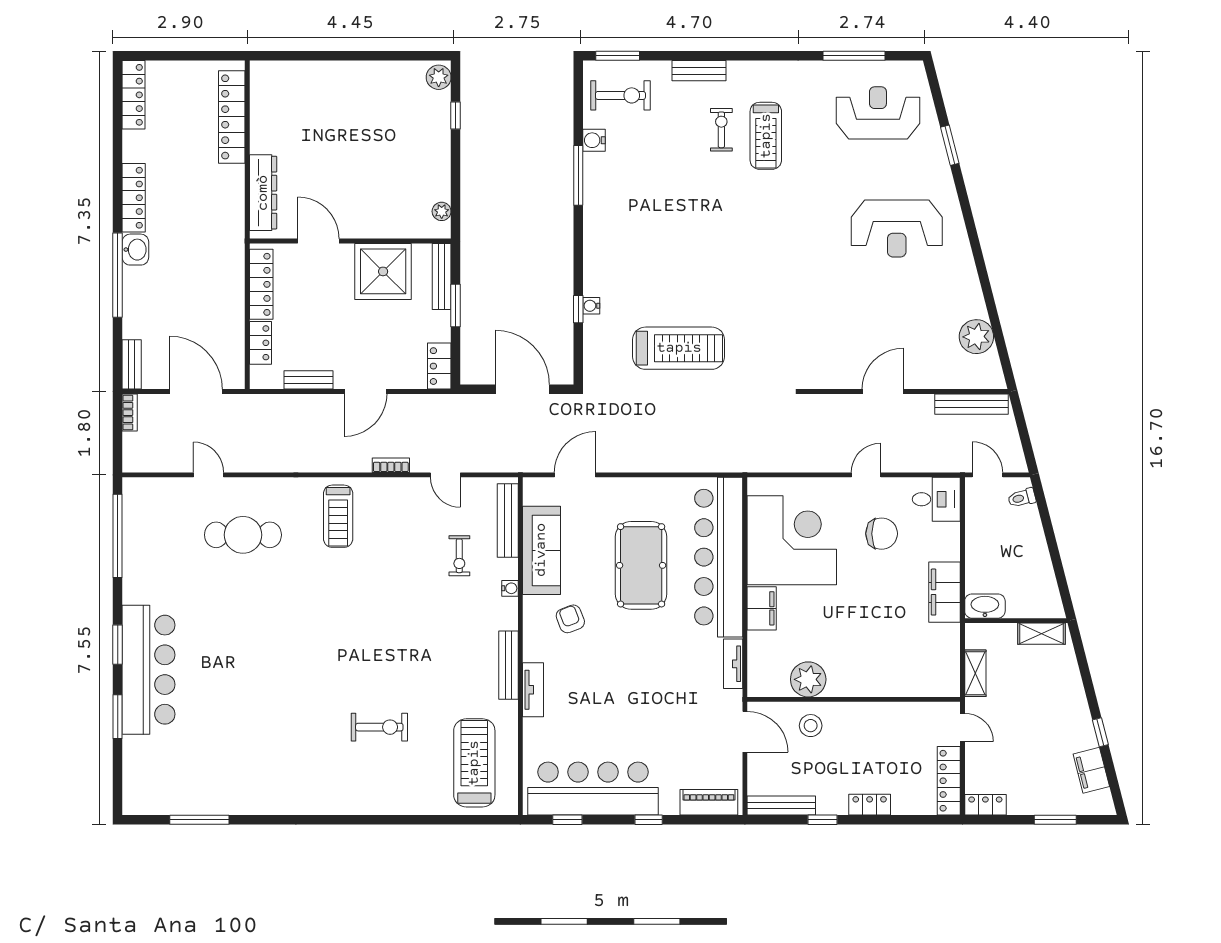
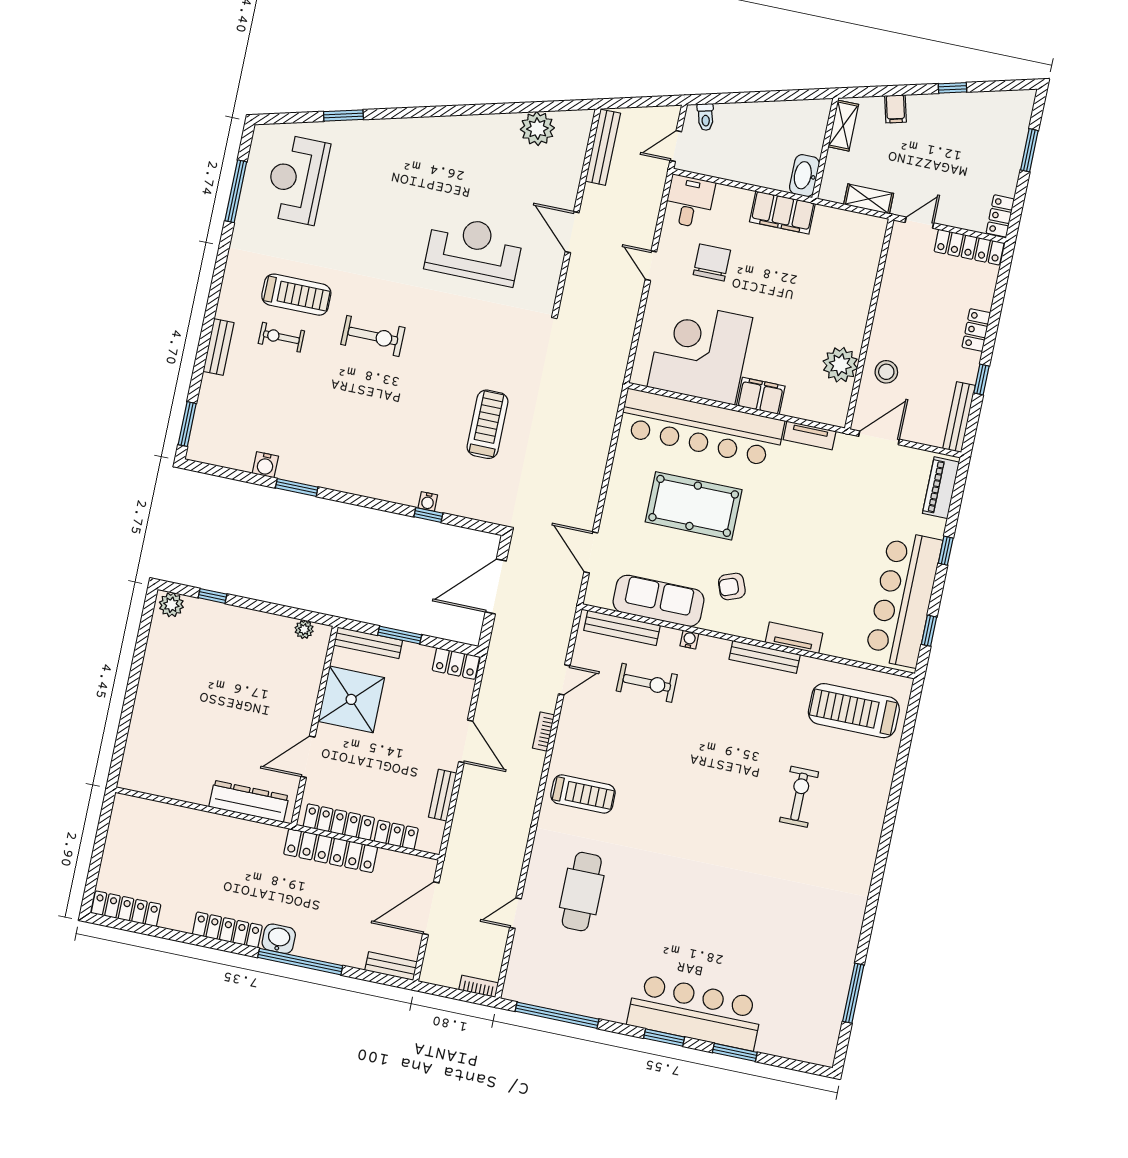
exercise bike: (620, 95) -> (373, 336), moved, turned 90
locker: (232, 117) -> (331, 851), moved
window: (578, 175) -> (297, 487), width x0.69
reception desk: (897, 229) -> (474, 250), moved, turned -90
treadmill: (679, 348) -> (487, 424), width x0.73, depth x0.73
bookcase: (130, 413) -> (479, 986), moved
exercise bike: (459, 556) -> (647, 683), width x1.38, depth x1.39
filing cabinet: (1091, 770) -> (895, 109), moved, width x0.50

